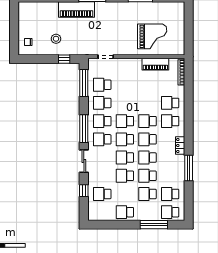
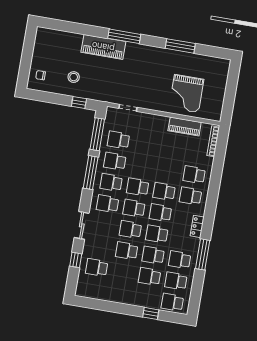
grand piano: (152, 36) -> (186, 93), turned 90
window: (84, 129) -> (91, 173), moved
school desk: (125, 212) -> (180, 260), moved
window: (154, 225) -> (151, 313), width x0.46

